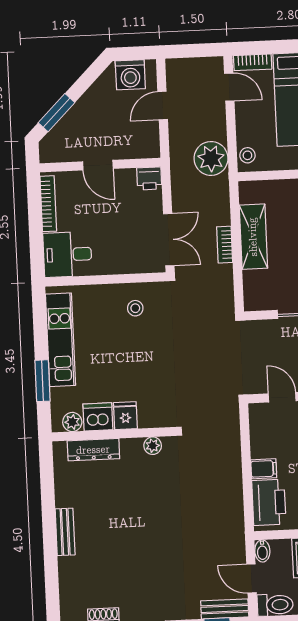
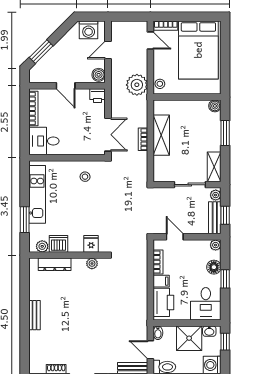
boiler: (149, 145) -> (99, 75), added
fridge: (125, 416) -> (91, 244), moved
bookcase: (257, 439) -> (158, 262), added

